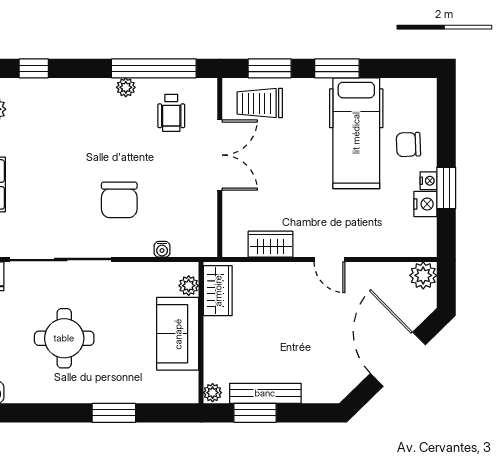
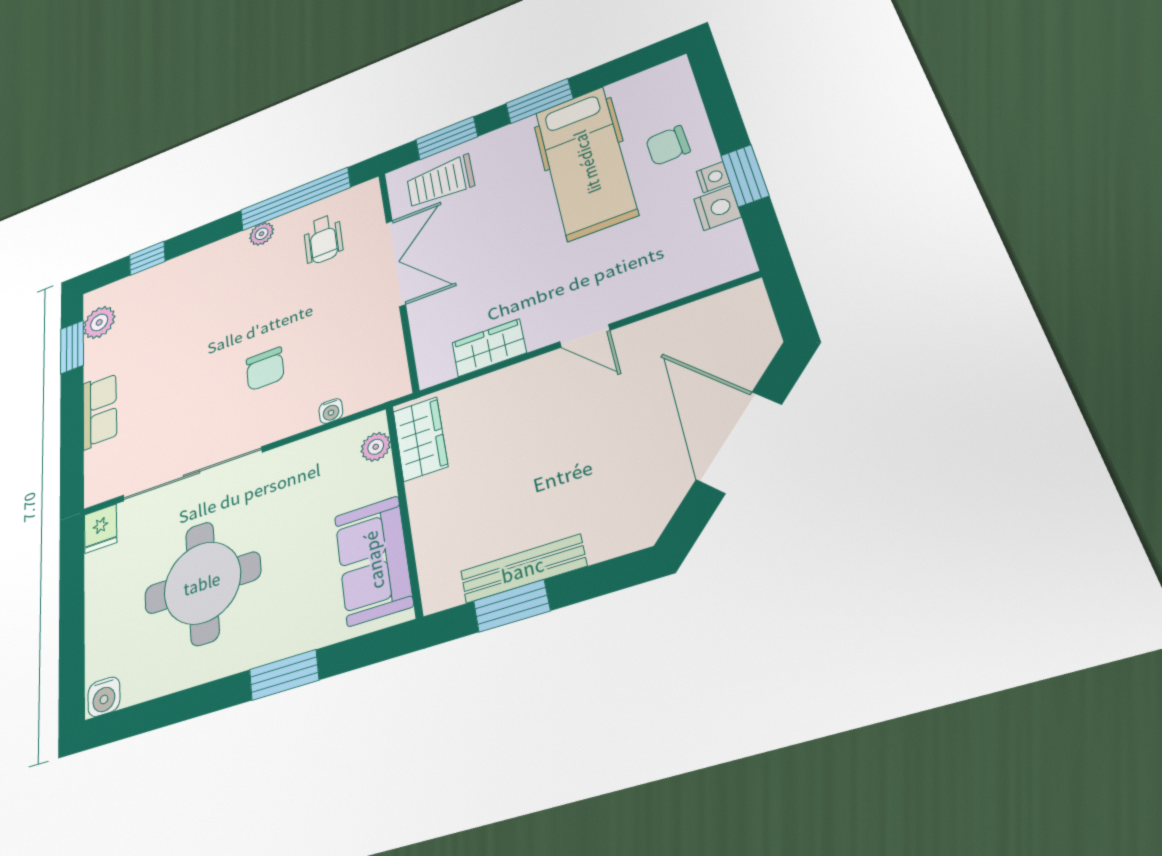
chair: (119, 200) -> (265, 369), width x0.73, depth x0.73
plant: (423, 275) -> (745, 304), removed
sofa: (178, 334) -> (373, 560), moved
round table: (64, 338) -> (202, 583), width x1.36, depth x1.36
plant: (213, 393) -> (436, 594), removed

